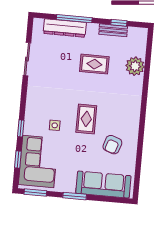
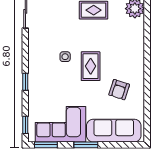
side table: (55, 125) -> (65, 57), moved
window: (18, 160) -> (25, 125), moved
corner sofa: (38, 161) -> (60, 124), moved, turned -90

